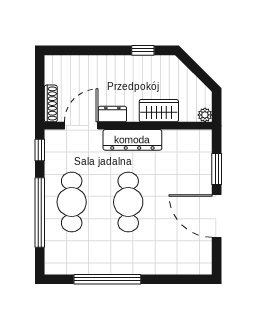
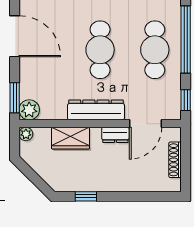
shoe rack: (51, 103) -> (175, 160), moved
plant: (201, 140) -> (29, 110), added
window: (217, 169) -> (15, 98), moved

